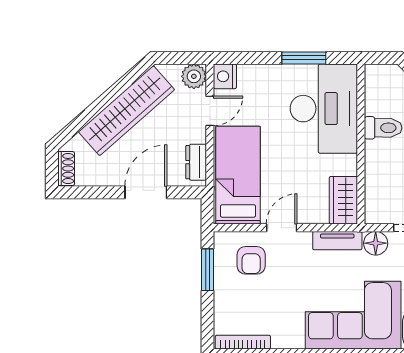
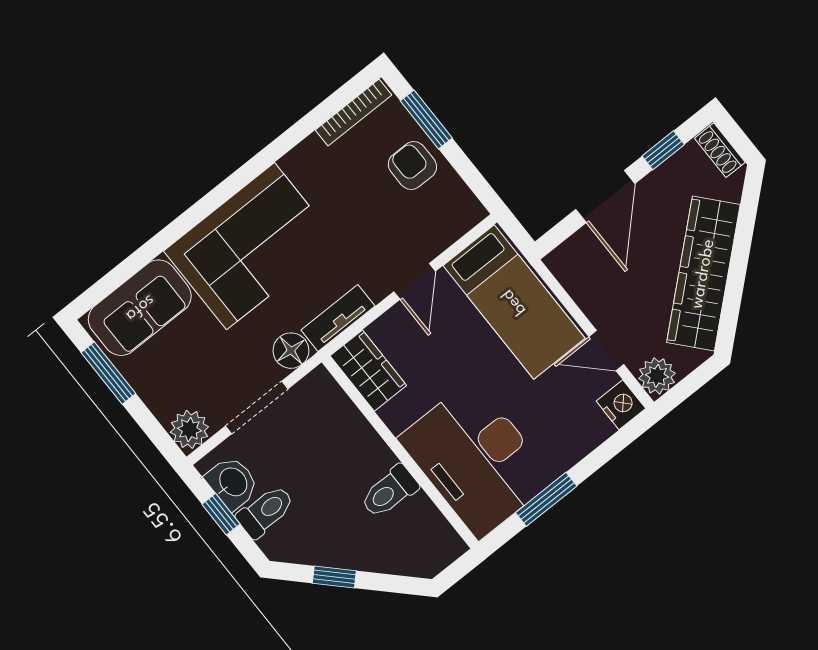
door: (210, 111) -> (606, 351), hinge flipped
dresser: (196, 162) -> (575, 278), removed
window: (96, 192) -> (663, 150), added
armchair: (251, 260) -> (412, 166), moved
window: (208, 270) -> (426, 119), moved

